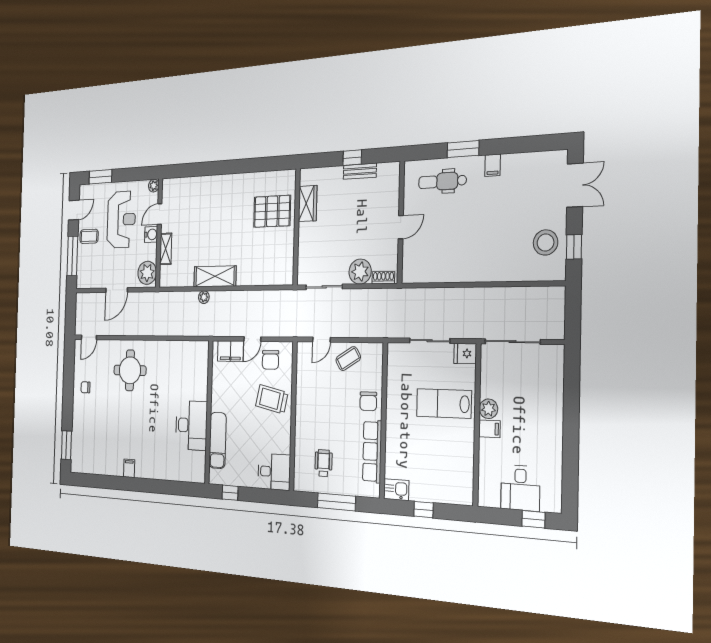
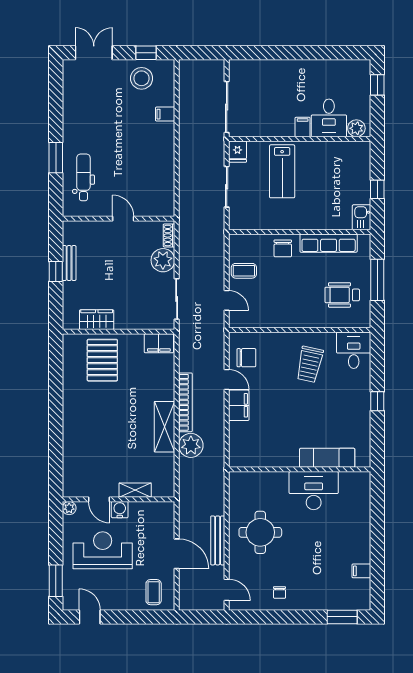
filing cabinet: (493, 165) -> (165, 114), moved, turned 180
dental chair: (442, 181) -> (83, 177), turned 180
coffee table: (89, 236) -> (154, 592), moved
window: (72, 256) -> (139, 617), removed
filing cabinet: (285, 269) -> (159, 343), added
plant: (147, 273) -> (159, 513), removed
plant: (204, 297) -> (191, 445), width x1.87, depth x1.87
bookcase: (234, 297) -> (185, 402), added
bench: (125, 329) -> (218, 540), added
coffee table: (348, 359) -> (244, 271), turned -59
trolley: (272, 399) -> (310, 364), moved
chair: (368, 401) -> (283, 248), turned 90
plant: (488, 409) -> (356, 128), moved
wall: (209, 412) -> (300, 469), moved
desk: (191, 425) -> (314, 491), moved
exam couch: (218, 440) -> (327, 458), moved
wheelchair: (323, 463) -> (342, 295), width x1.36, depth x1.37
filing cabinet: (129, 468) -> (361, 571), moved
desk: (520, 488) -> (329, 118), moved, turned 90

